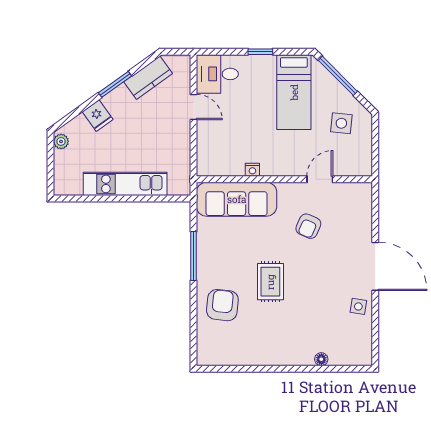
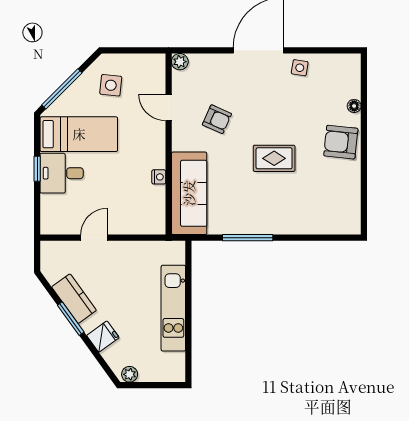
desk: (217, 74) -> (62, 173), moved, turned 90
kitchen counter: (148, 78) -> (74, 299), moved
plant: (364, 190) -> (180, 62), added
armchair: (222, 305) -> (341, 142), moved

